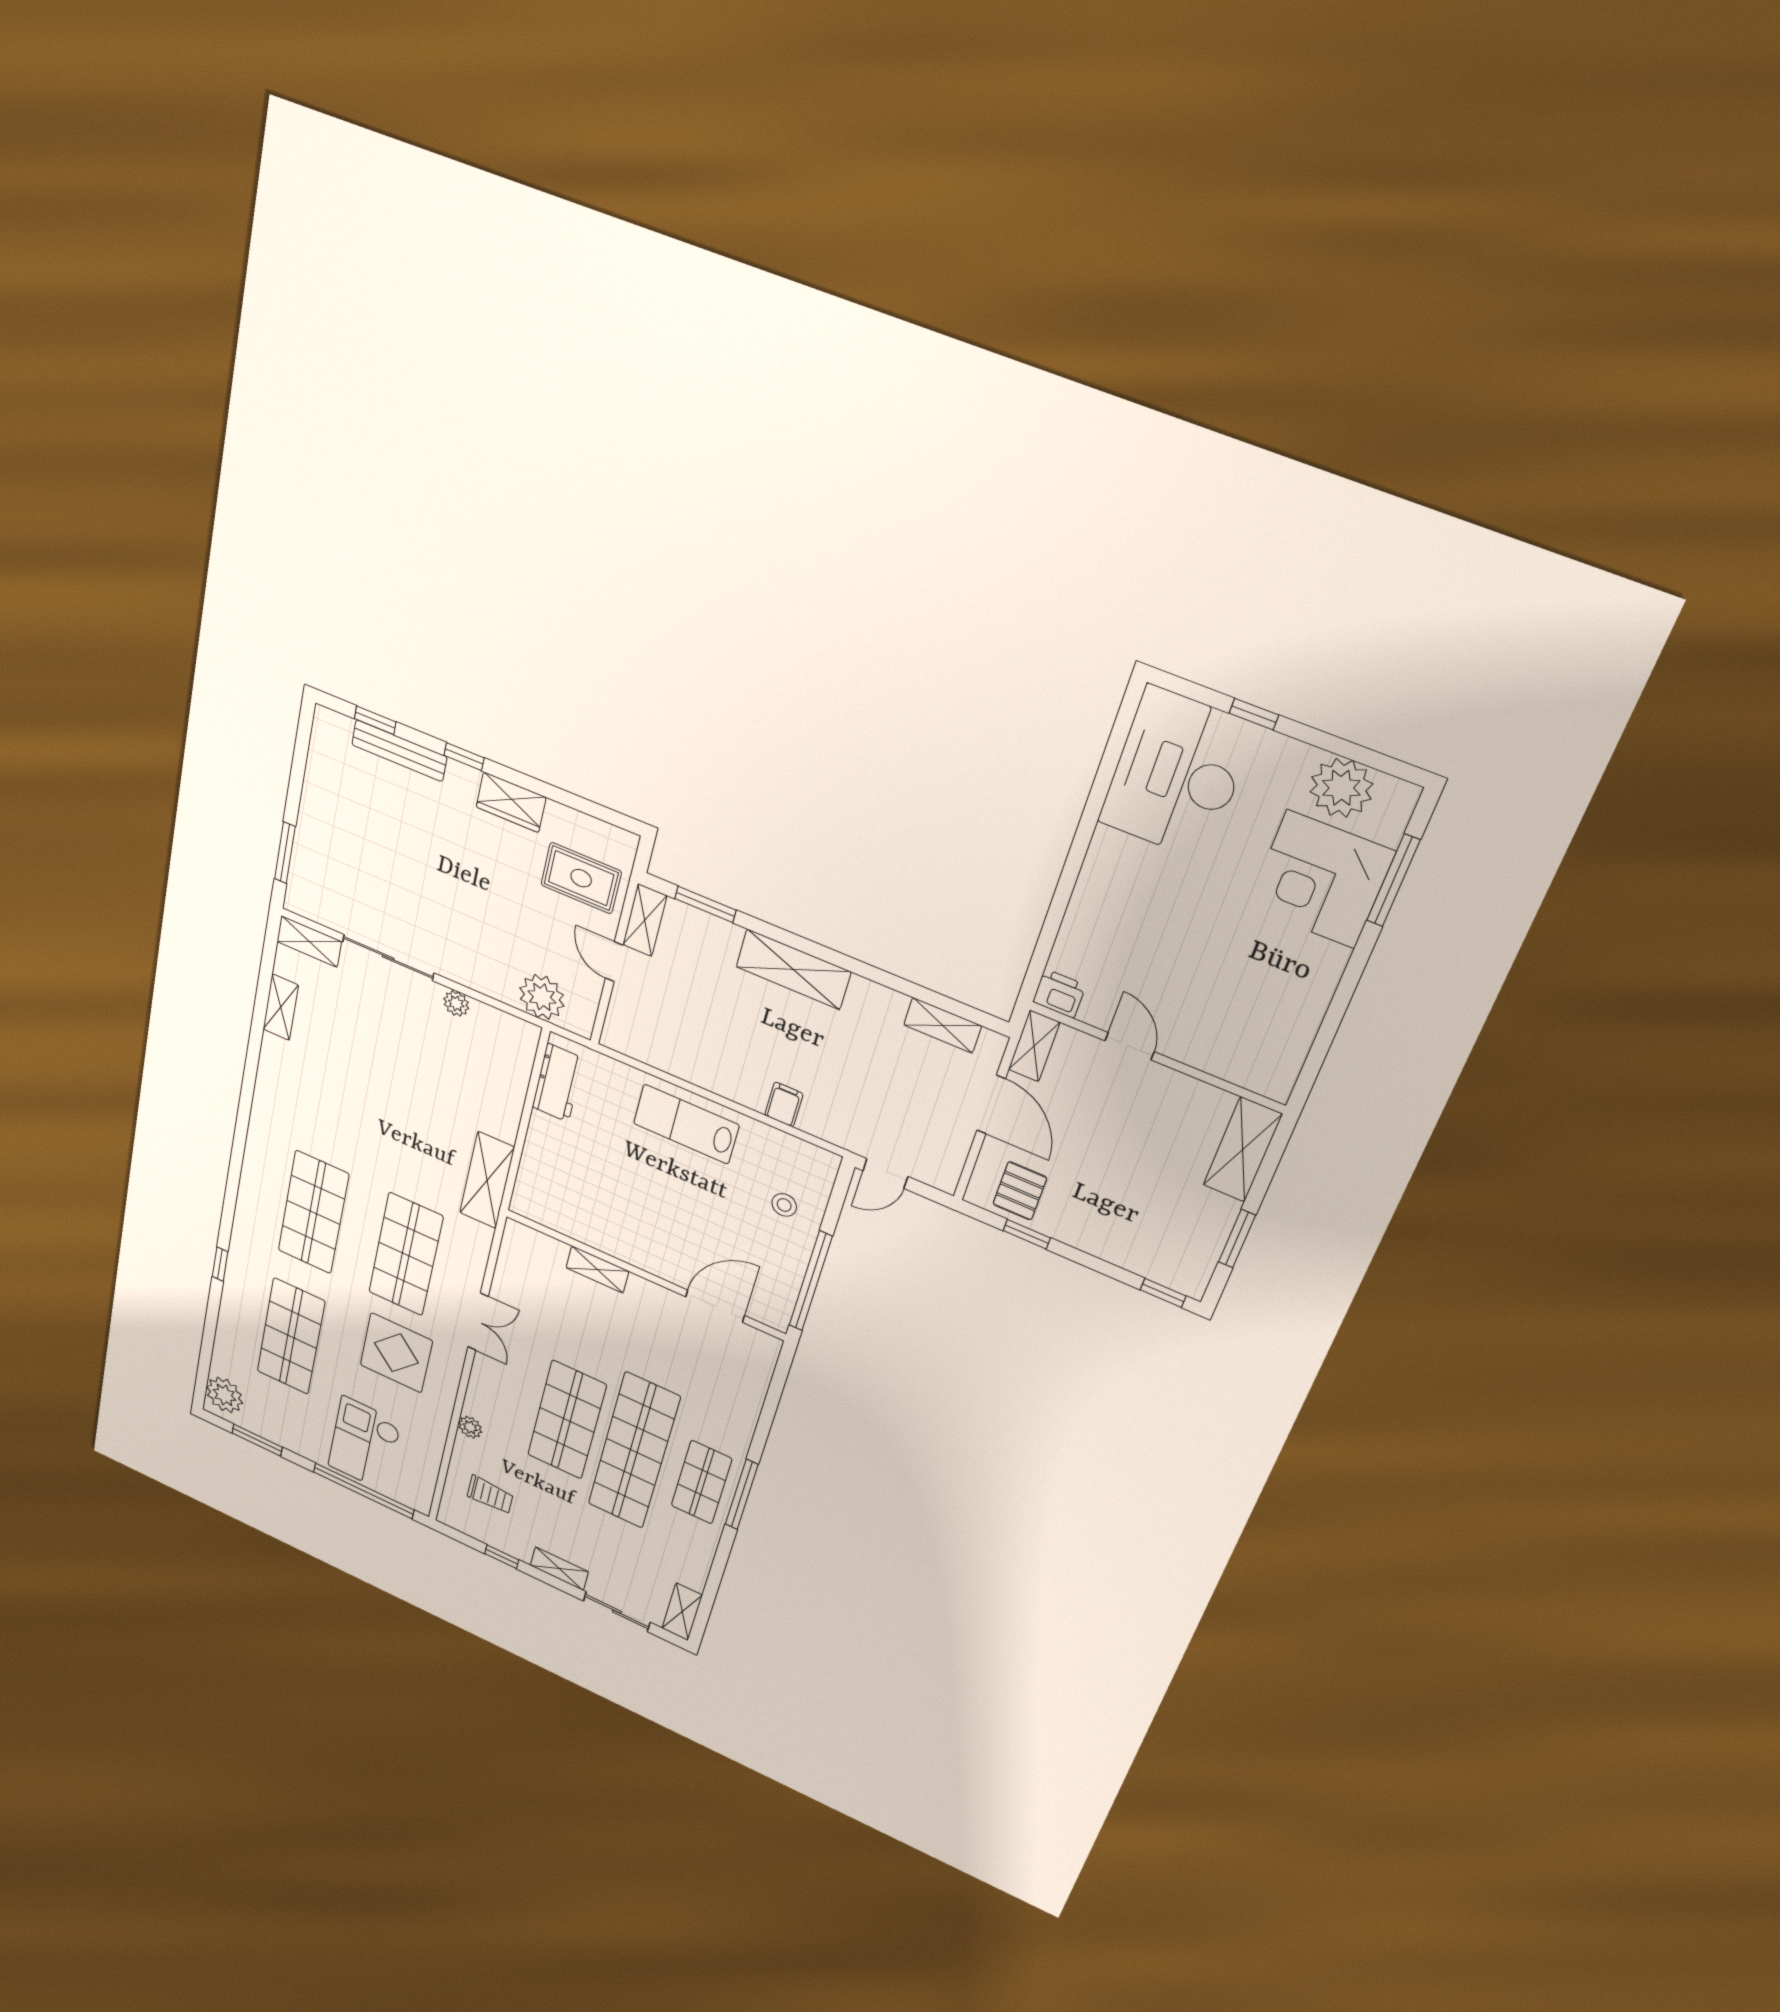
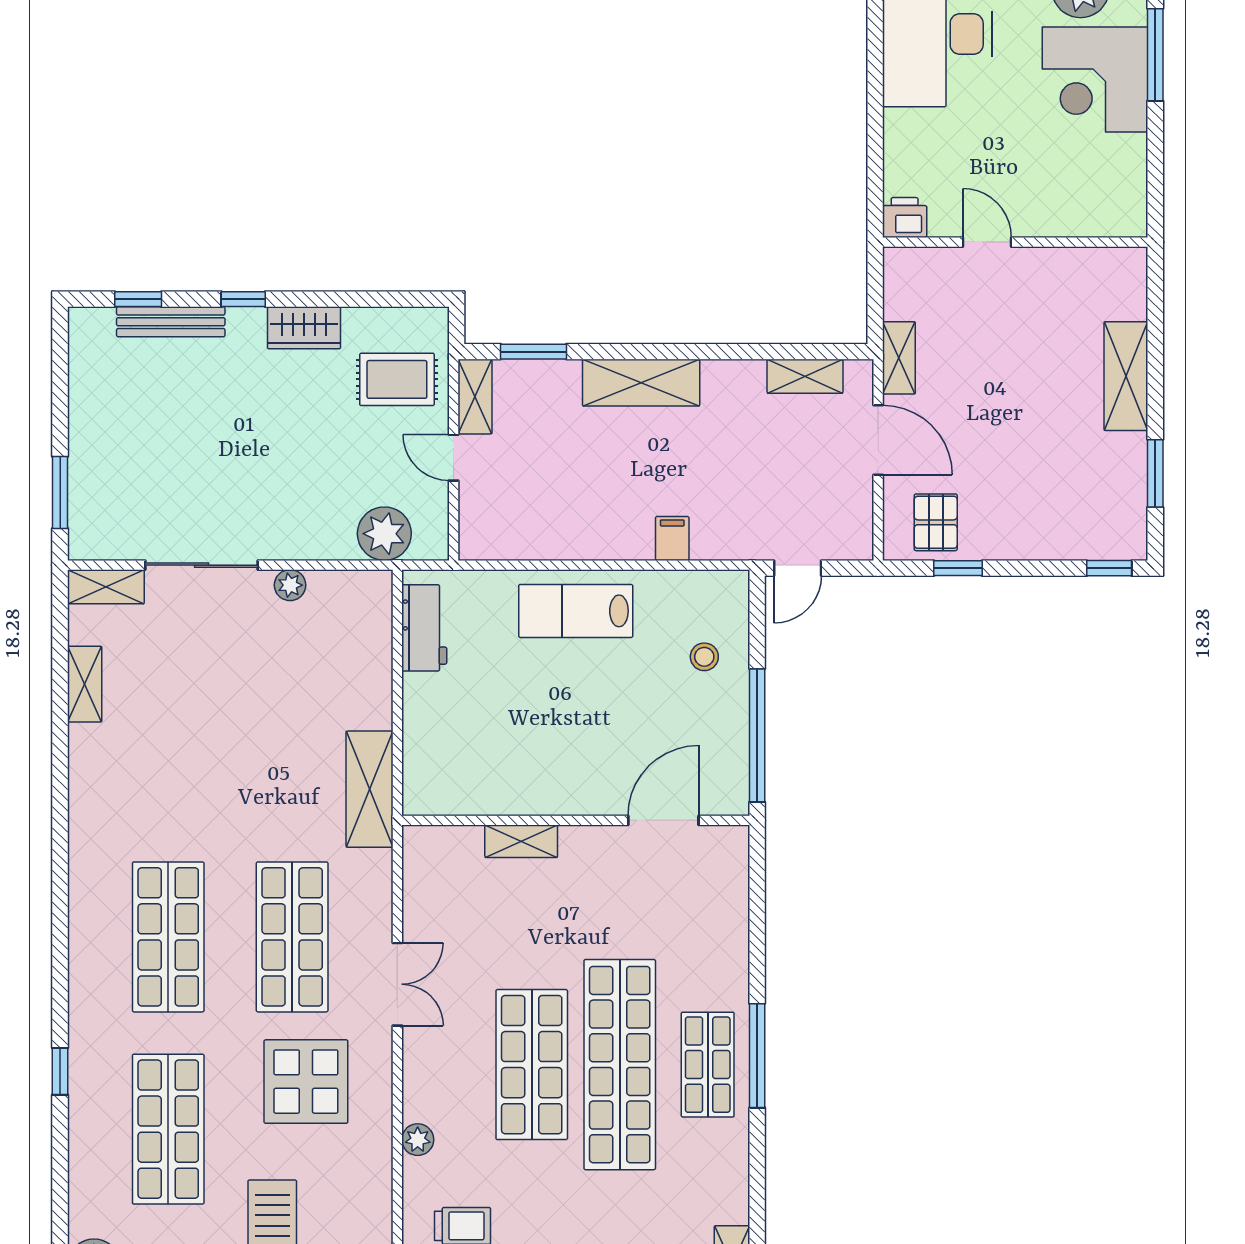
printer: (1059, 994) -> (905, 218), moved
door: (1130, 1046) -> (987, 242), moved
wall: (1156, 1057) -> (1015, 242), moved

